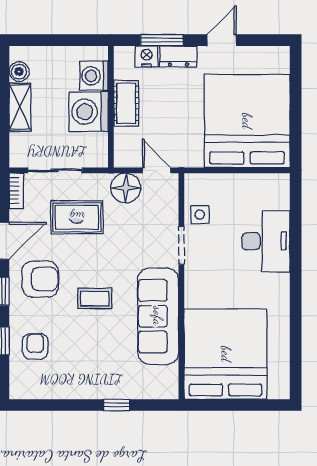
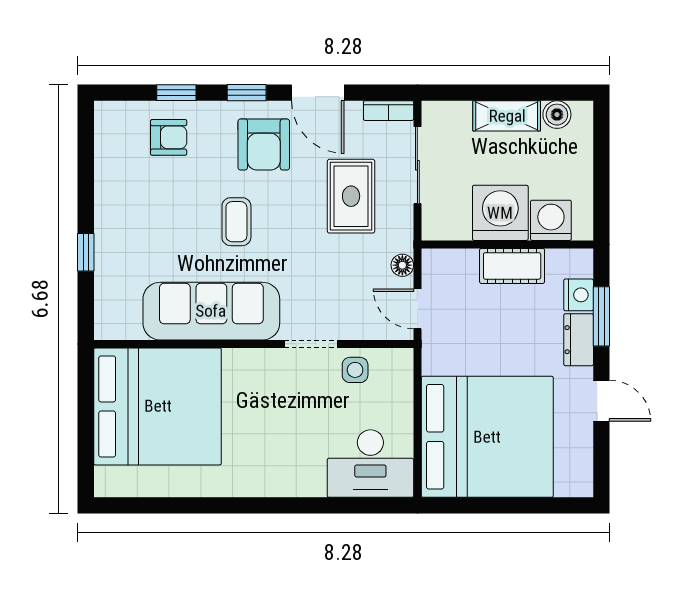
door: (156, 170) -> (417, 309), swing flipped
floor lamp: (126, 188) -> (402, 265), width x0.53, depth x0.53
desk: (266, 241) -> (370, 464), moved

